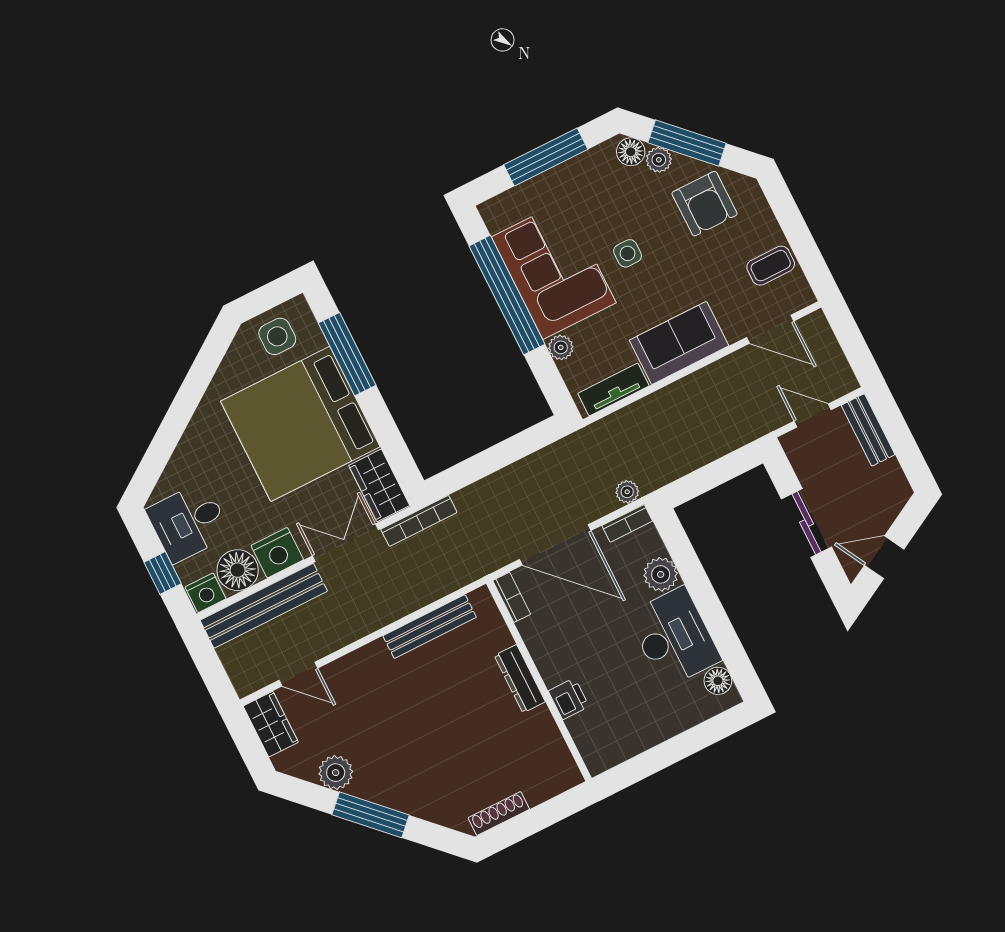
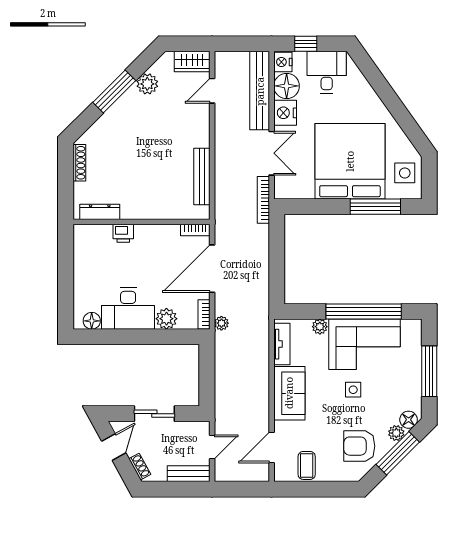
wardrobe: (379, 485) -> (294, 188), removed
shoe rack: (893, 506) -> (140, 467), added
dresser: (520, 679) -> (100, 212), moved

